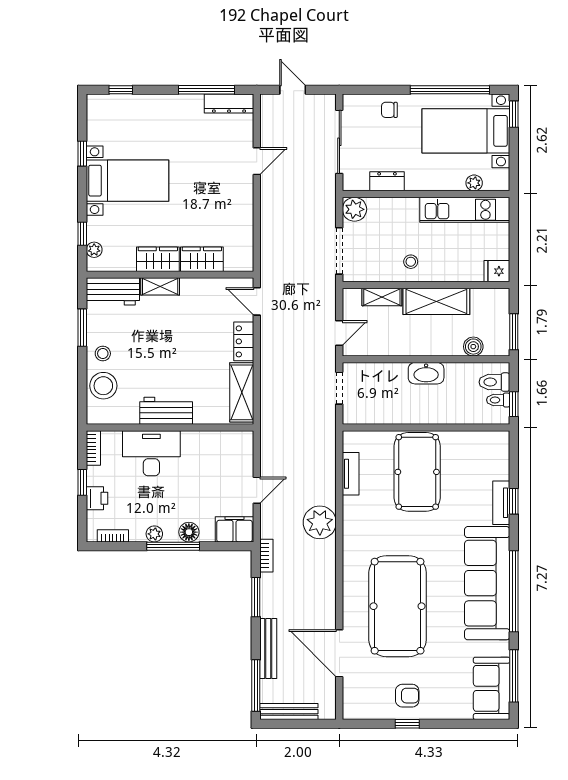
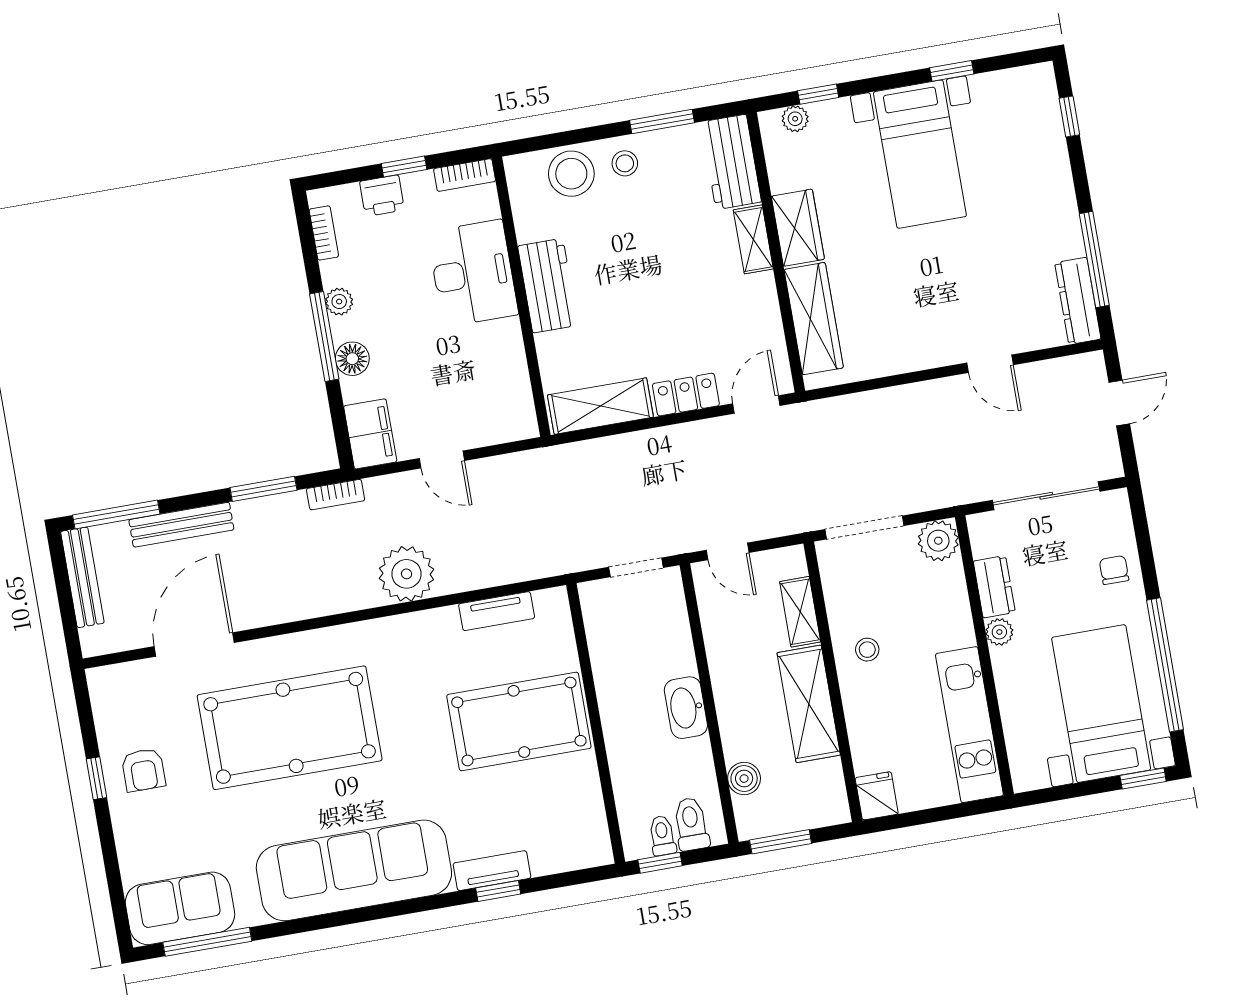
plant: (474, 183) -> (999, 632), moved
wardrobe: (202, 259) -> (814, 319), width x1.50
window: (514, 591) -> (348, 917), removed

